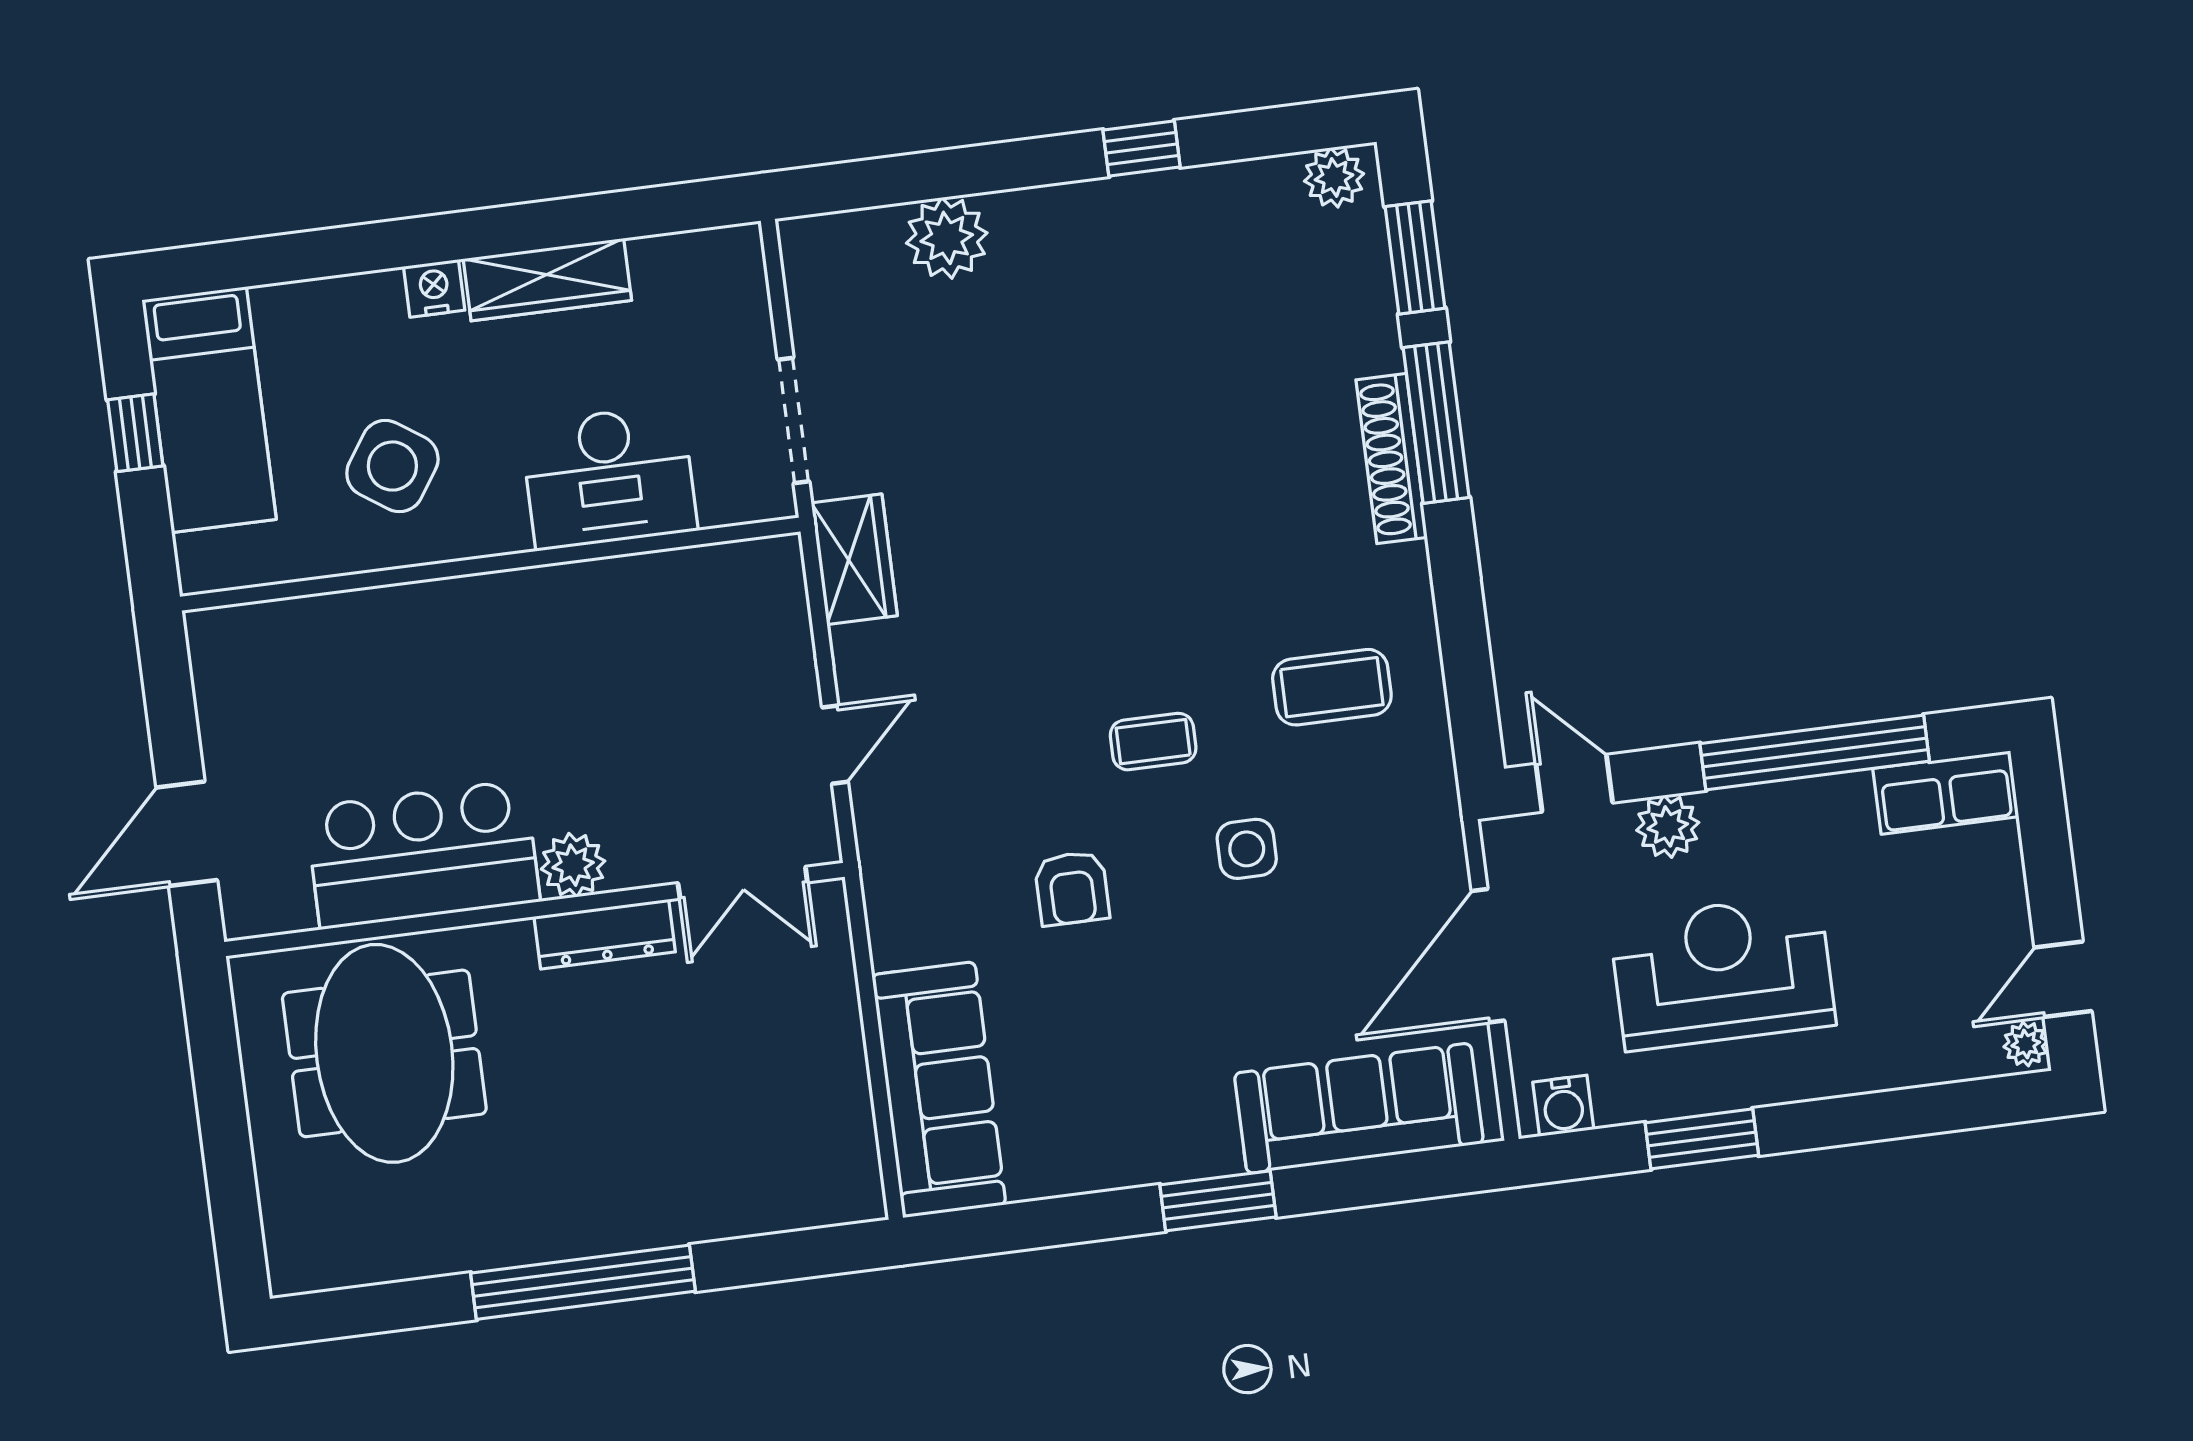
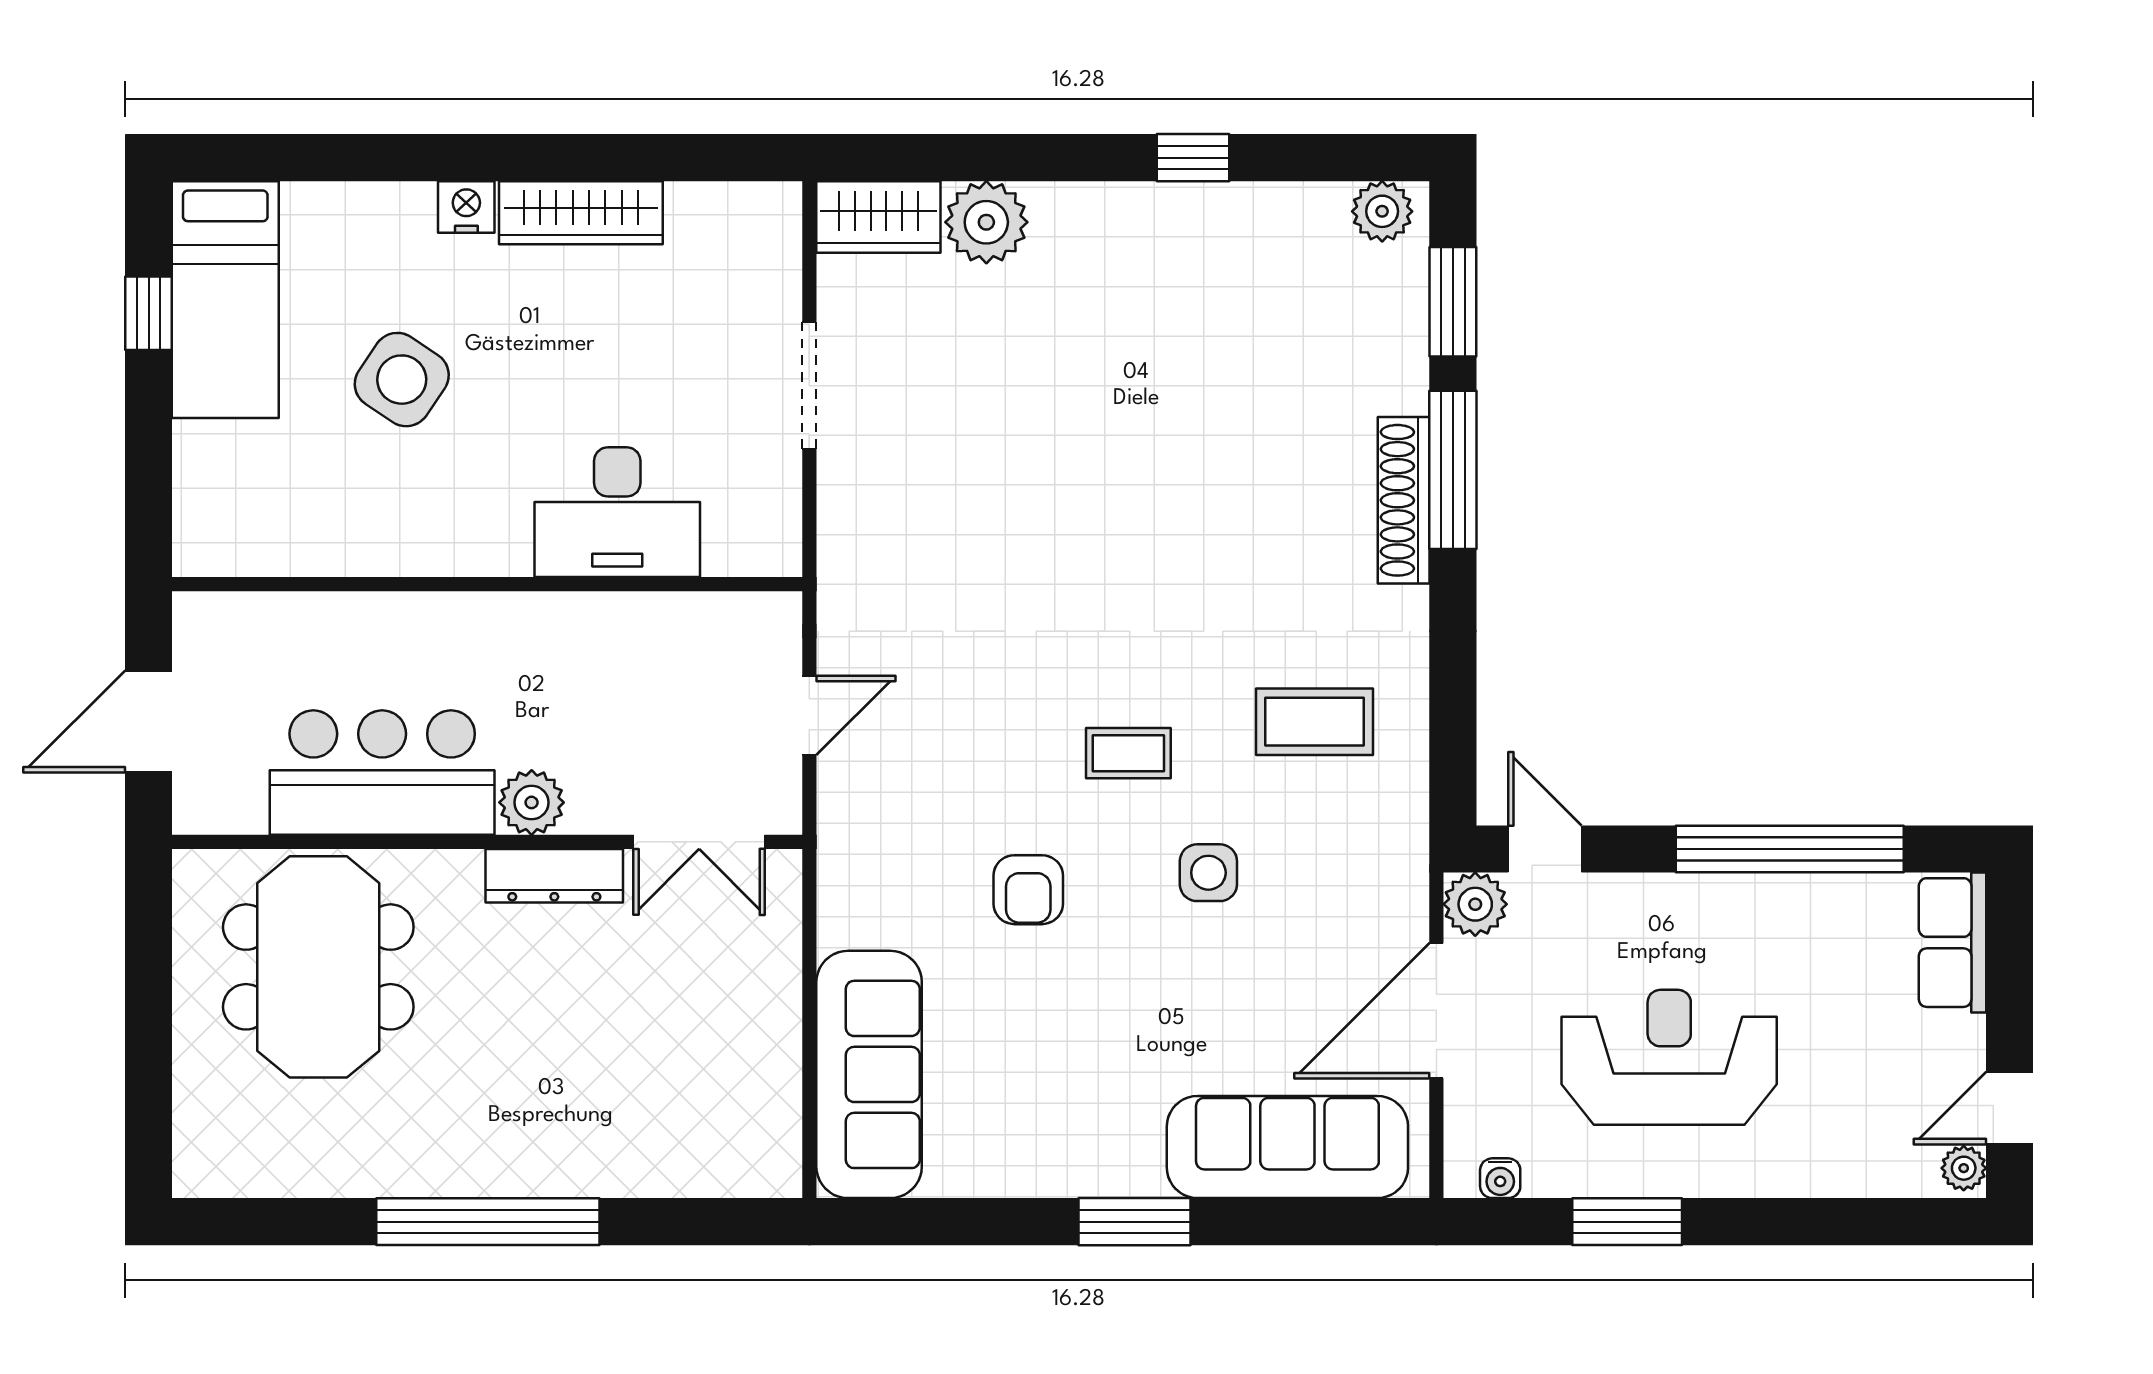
desk: (609, 477) -> (617, 512), moved
wardrobe: (854, 559) -> (878, 217), moved, turned 90
wall: (490, 564) -> (487, 584), moved
row of seats: (1946, 793) -> (1952, 943), moved, turned 90
plant: (1668, 826) -> (1475, 904), moved
water cooler: (1563, 1106) -> (1500, 1178), width x0.72, depth x0.72

